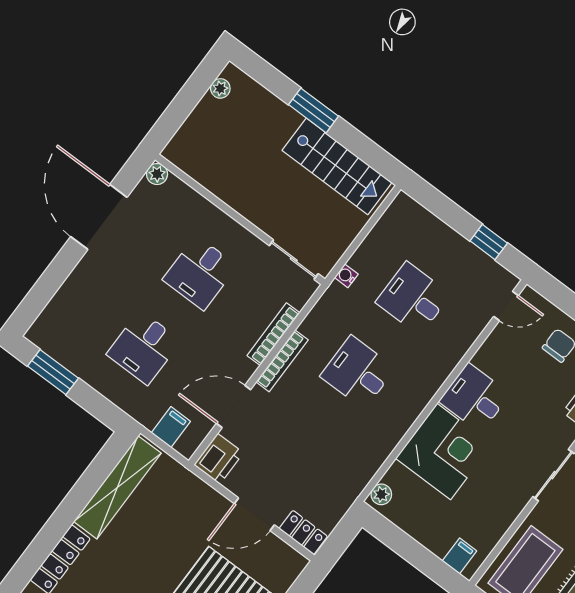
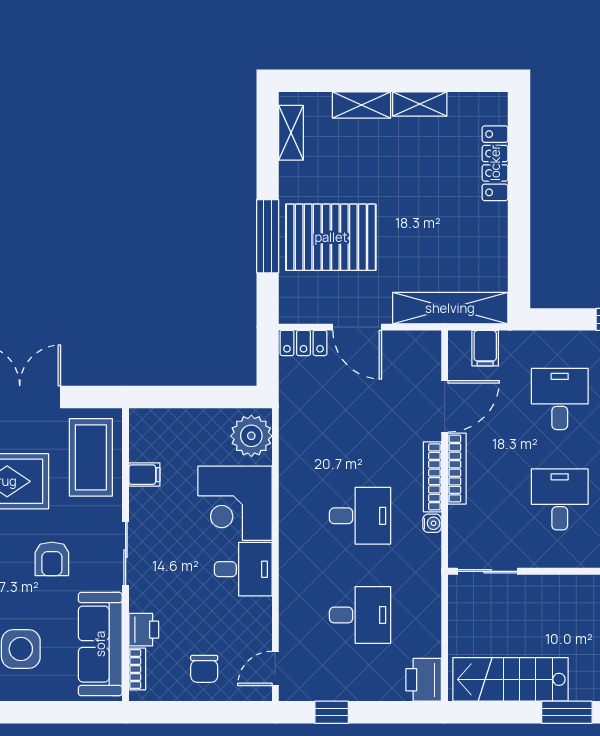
water cooler: (346, 276) -> (432, 523), moved
bookcase: (273, 334) -> (457, 469), moved
printer: (219, 459) -> (424, 680), moved
shelving: (117, 487) -> (450, 308), moved, turned 90
plant: (381, 494) -> (251, 436), width x1.87, depth x1.87
door: (254, 514) -> (357, 327), swing flipped
filing cabinet: (459, 556) -> (144, 475), moved, turned -90

